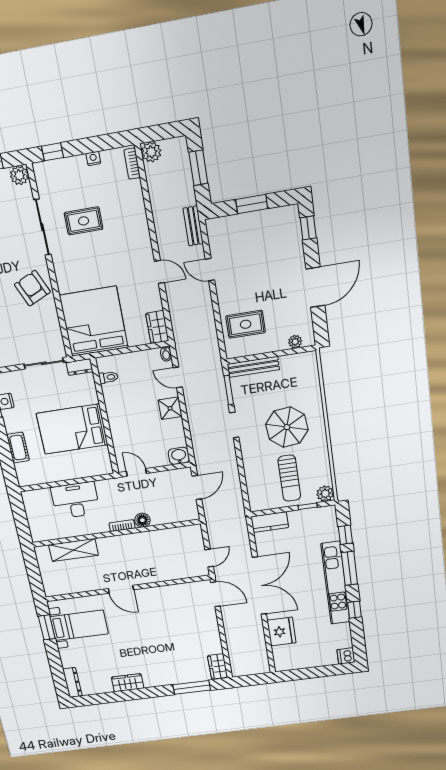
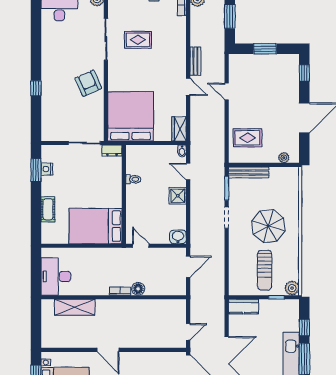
bench: (193, 226) -> (195, 61), moved
toilet: (108, 377) -> (133, 179), moved
bed: (72, 429) -> (96, 226), moved
desk: (75, 500) -> (56, 276), moved, turned -90

